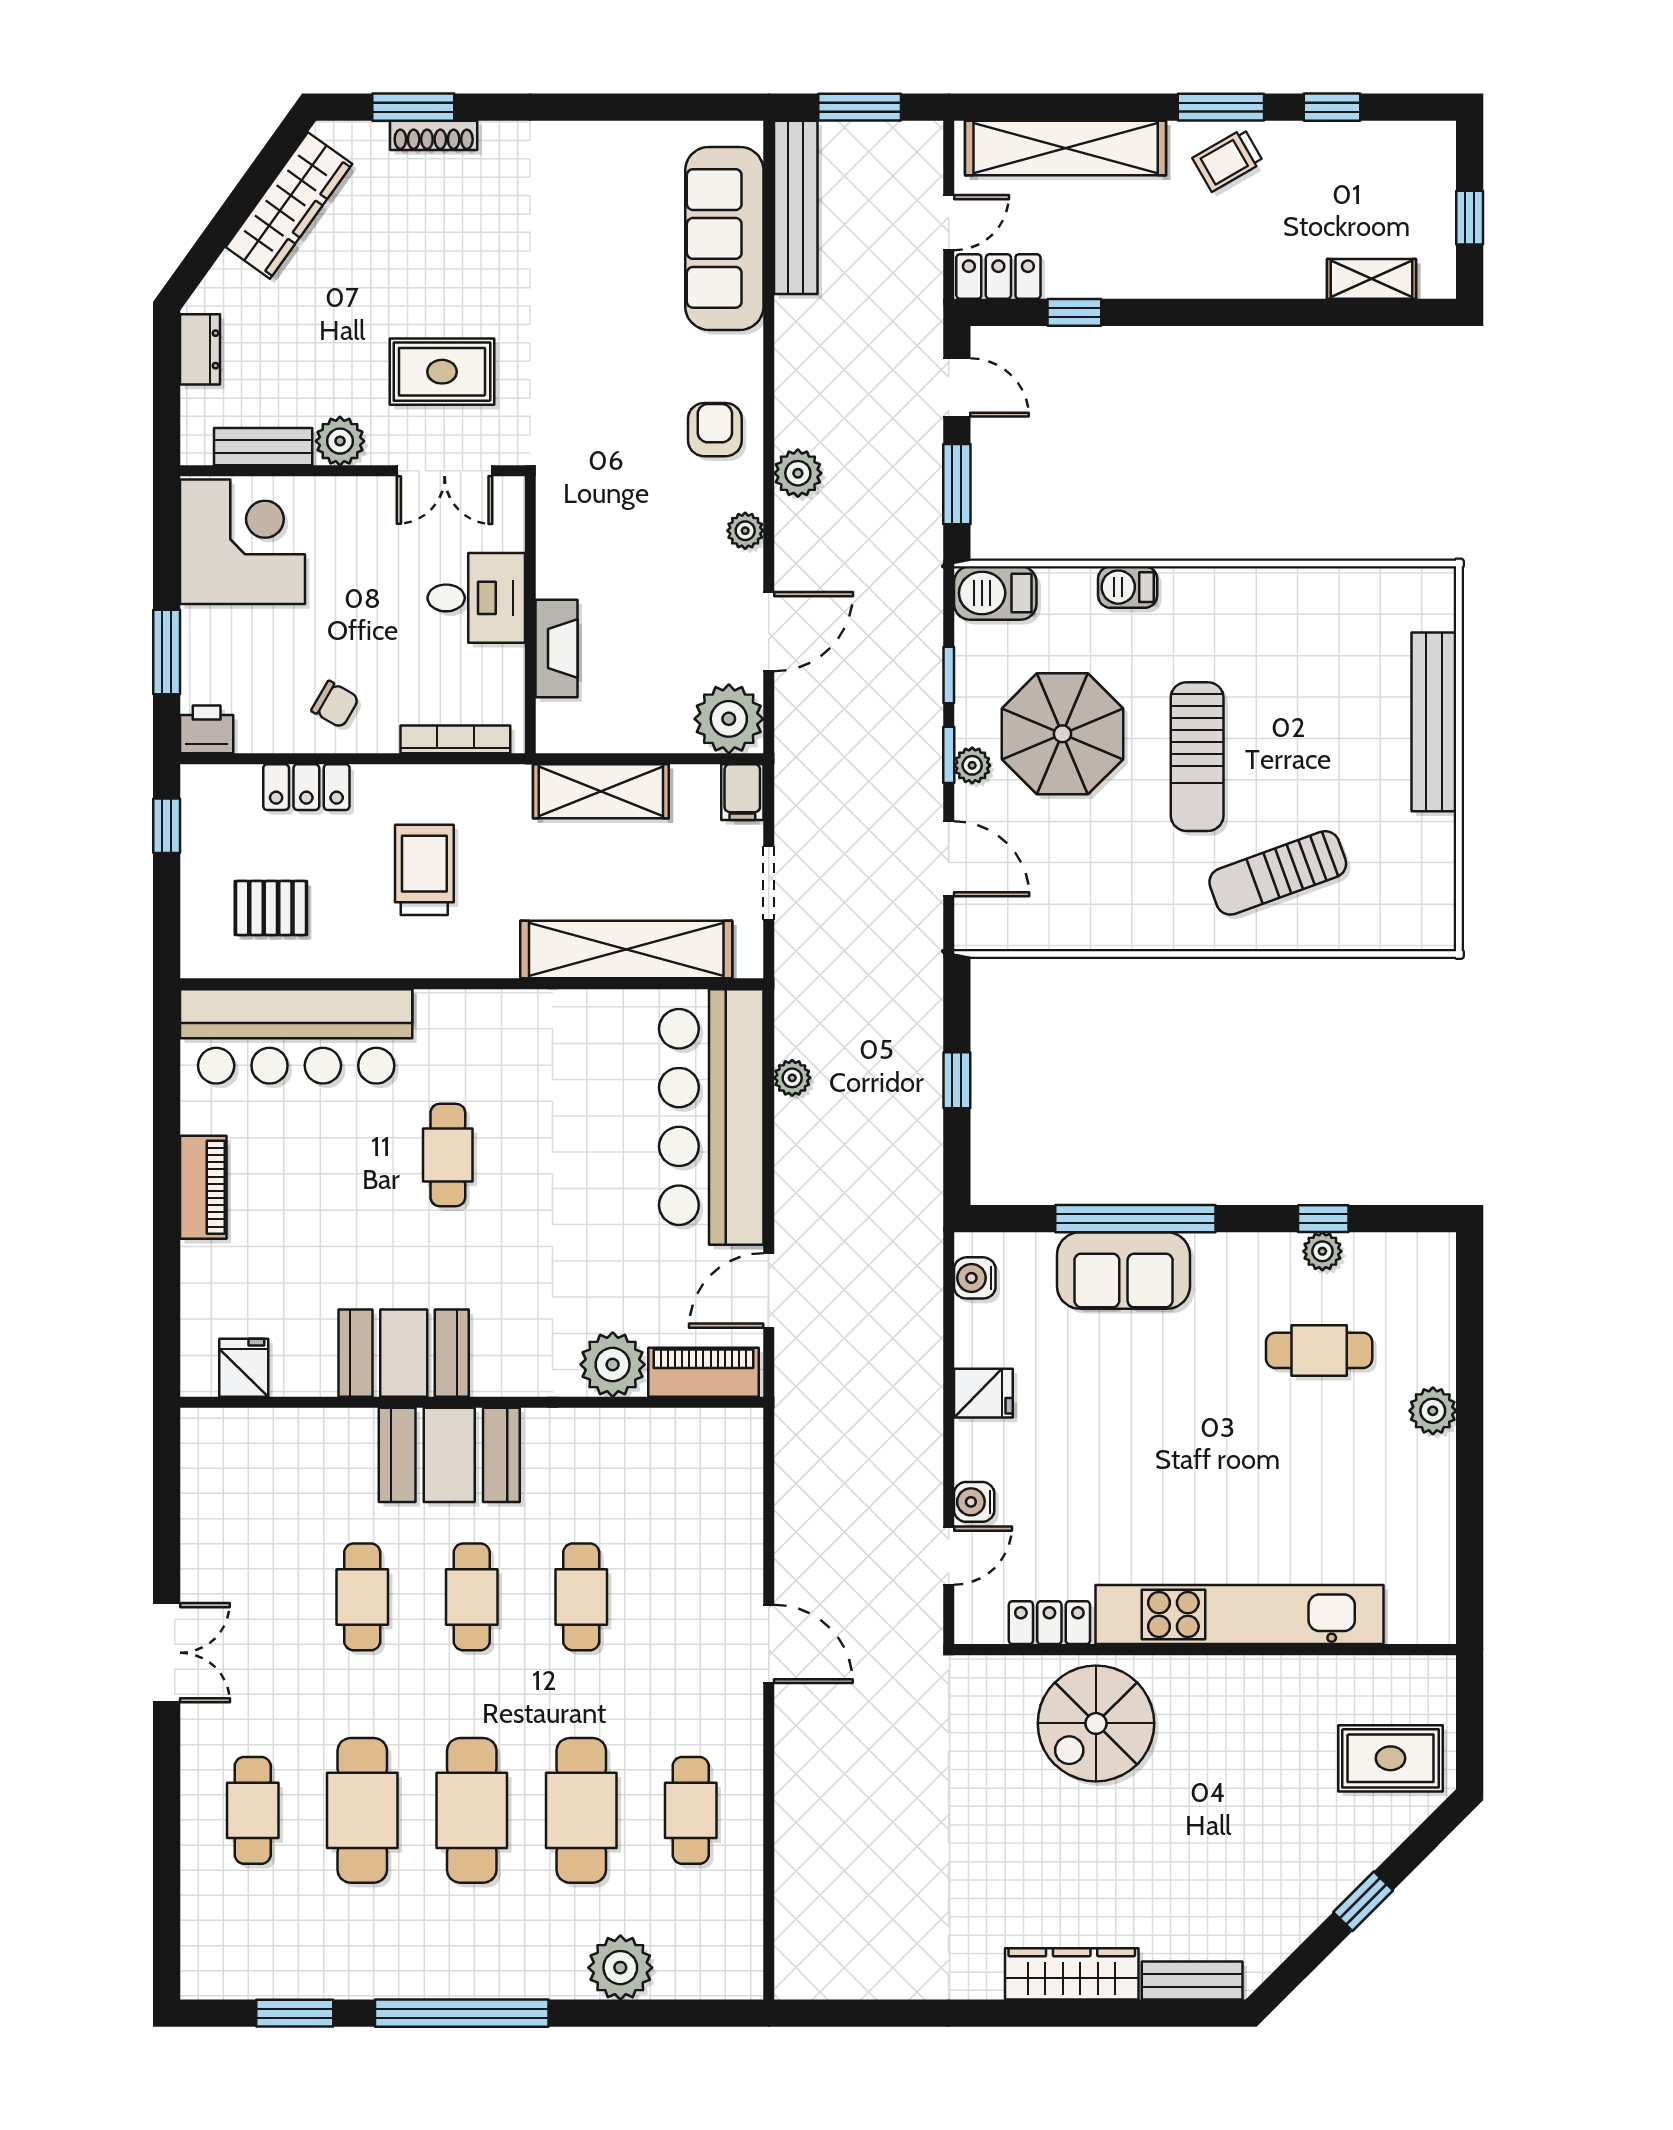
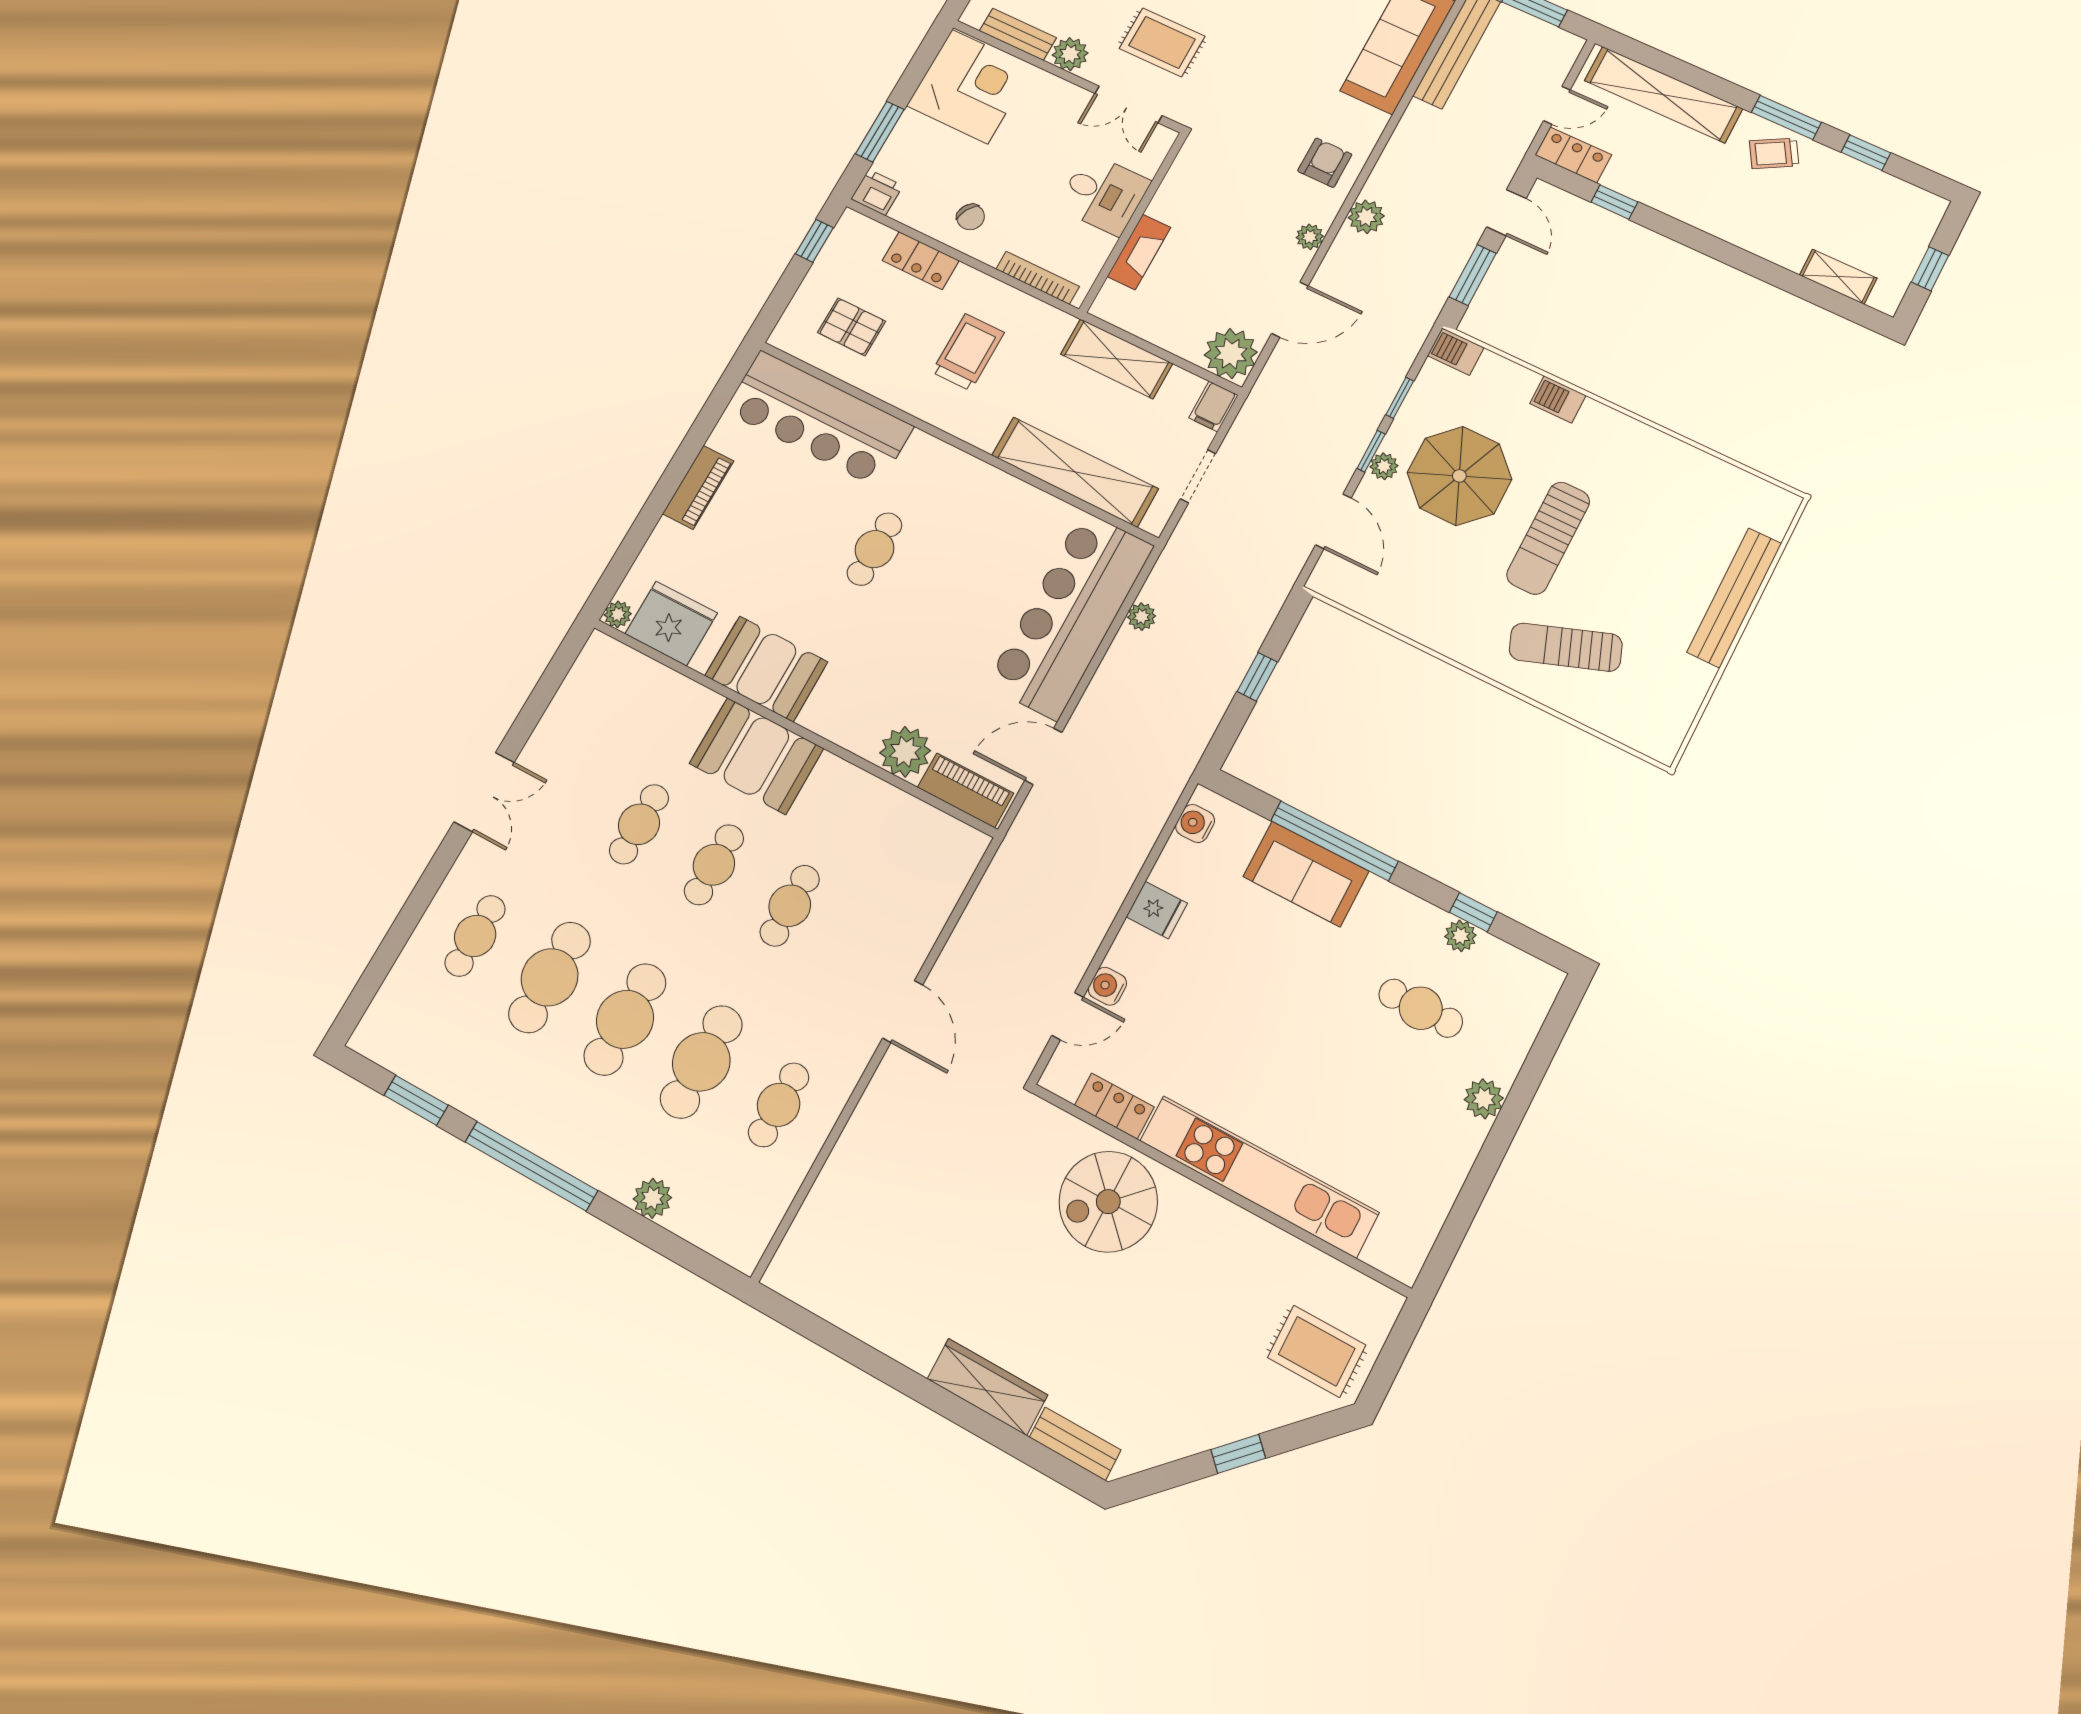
barbecue: (995, 593) -> (1456, 352), width x0.73, depth x0.79
fridge: (244, 1368) -> (671, 623), width x1.88, depth x1.34
plant: (198, 1379) -> (618, 614), added
plant: (620, 1968) -> (652, 1198), width x0.73, depth x0.73

